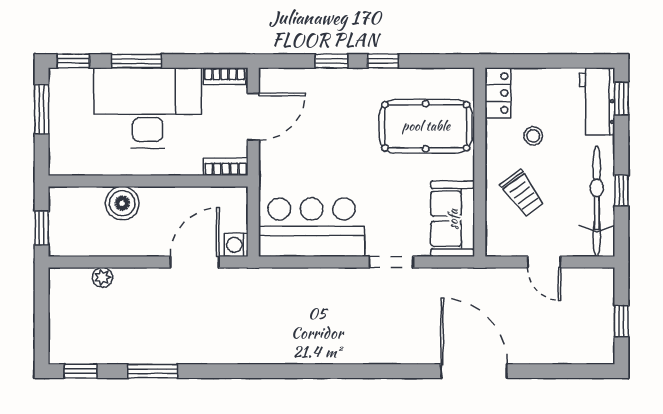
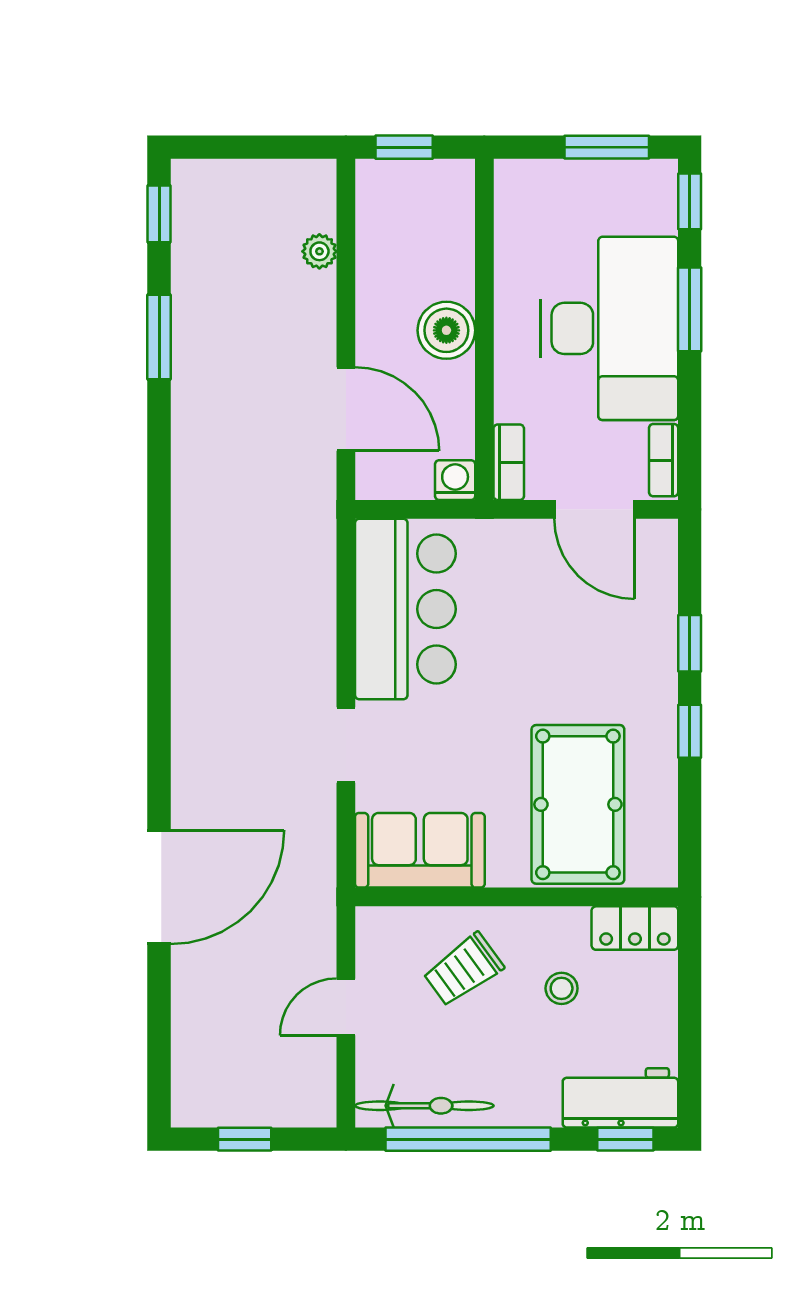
window: (621, 190) -> (468, 1139), width x3.17
bicycle: (597, 201) -> (424, 1106), width x0.73, depth x0.71
boiler: (122, 203) -> (446, 330), moved
washing machine: (236, 245) -> (455, 480), moved

